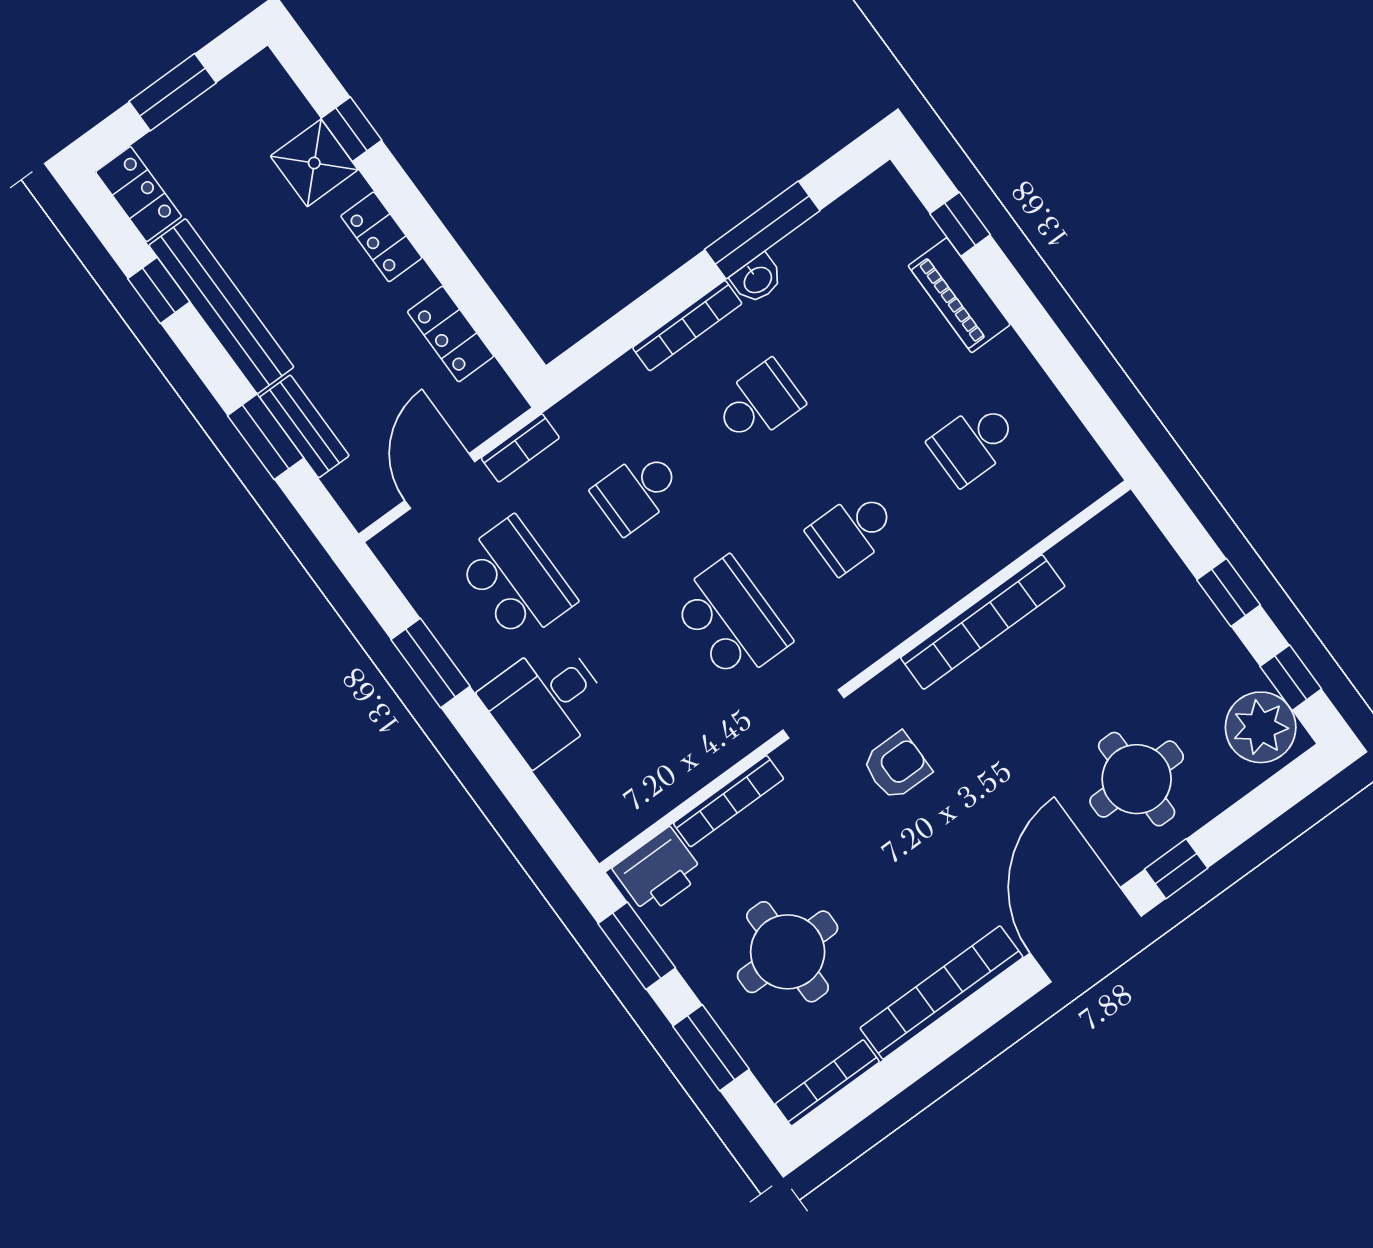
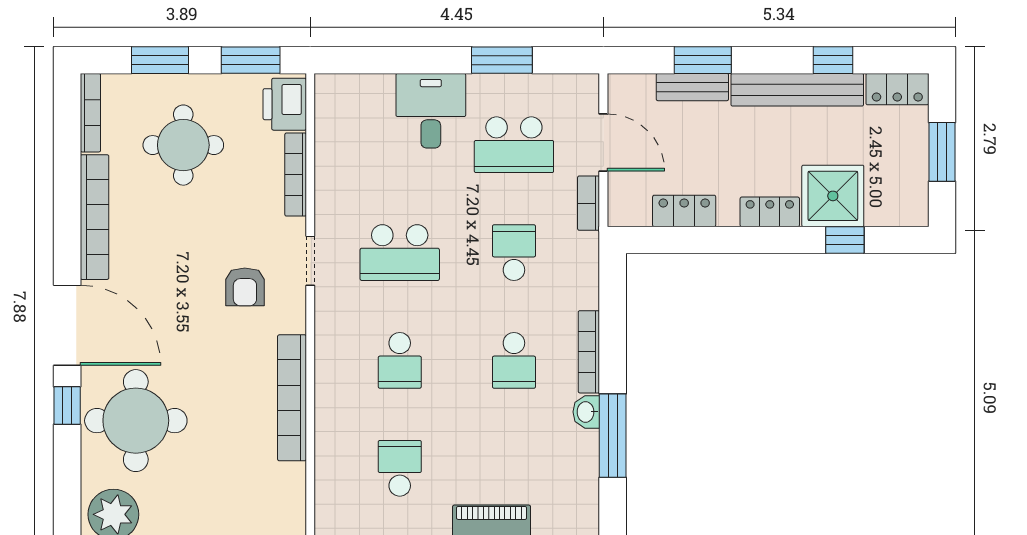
shower: (314, 163) -> (833, 196), width x1.36, depth x1.36
school desk: (852, 531) -> (400, 360), turned 180
round table: (1137, 779) -> (136, 421), width x1.36, depth x1.36

